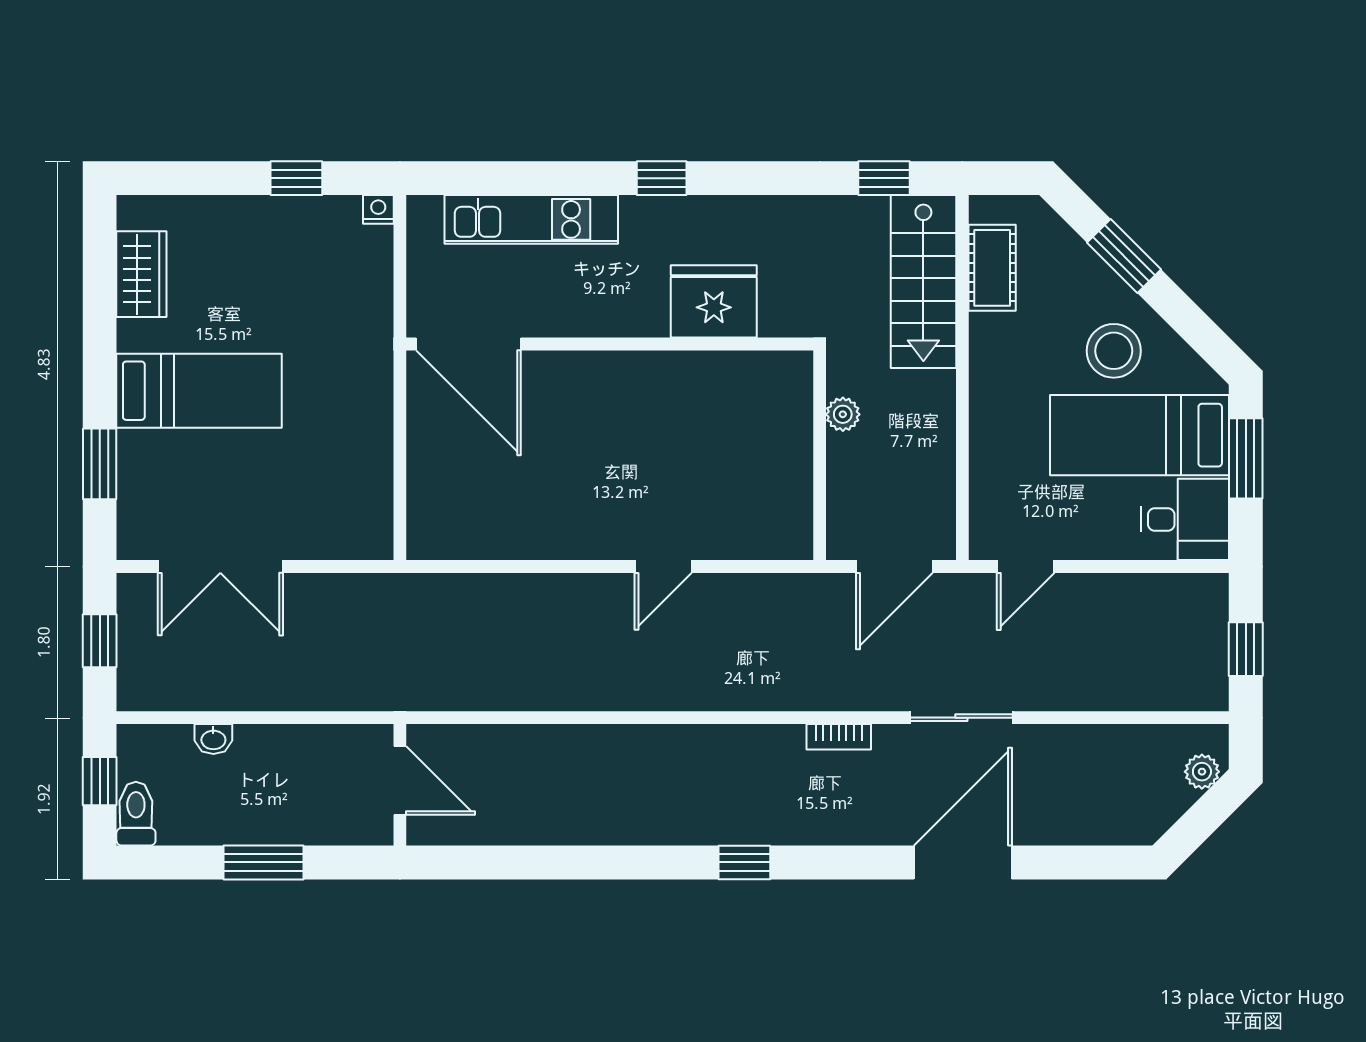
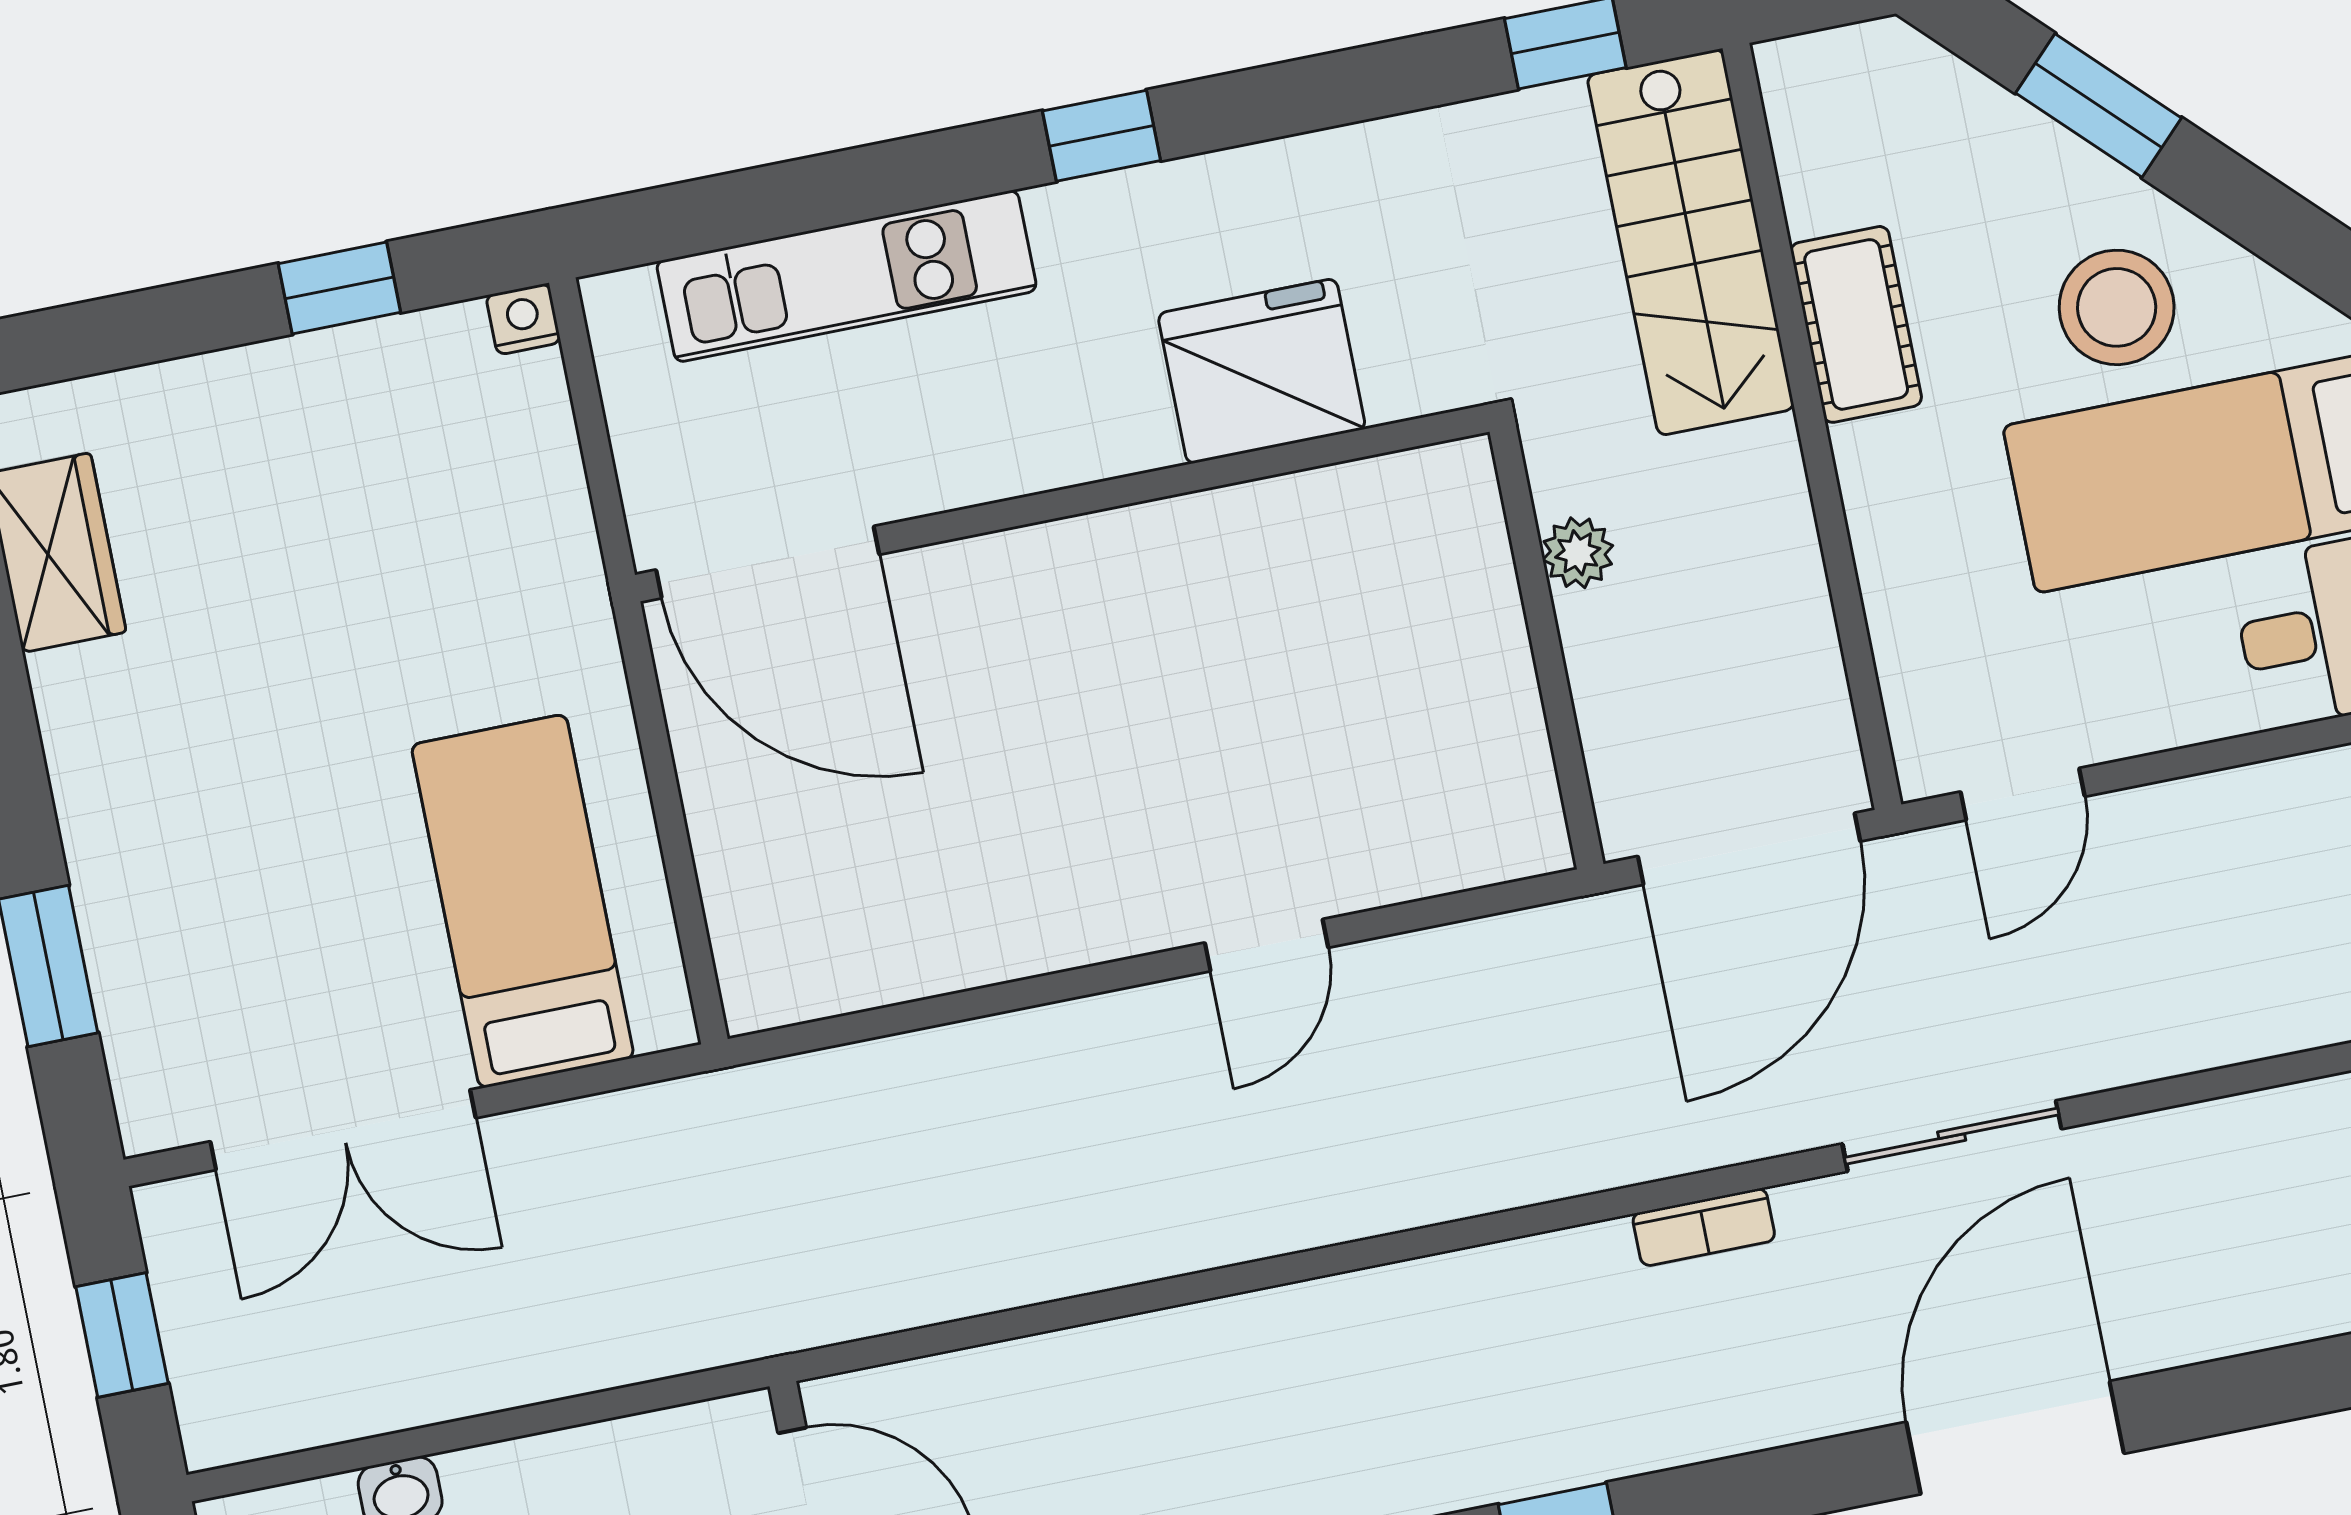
cot: (992, 268) -> (1856, 324), moved
bed: (199, 391) -> (523, 901), moved, turned -90
door: (894, 567) -> (1749, 849), width x1.36

